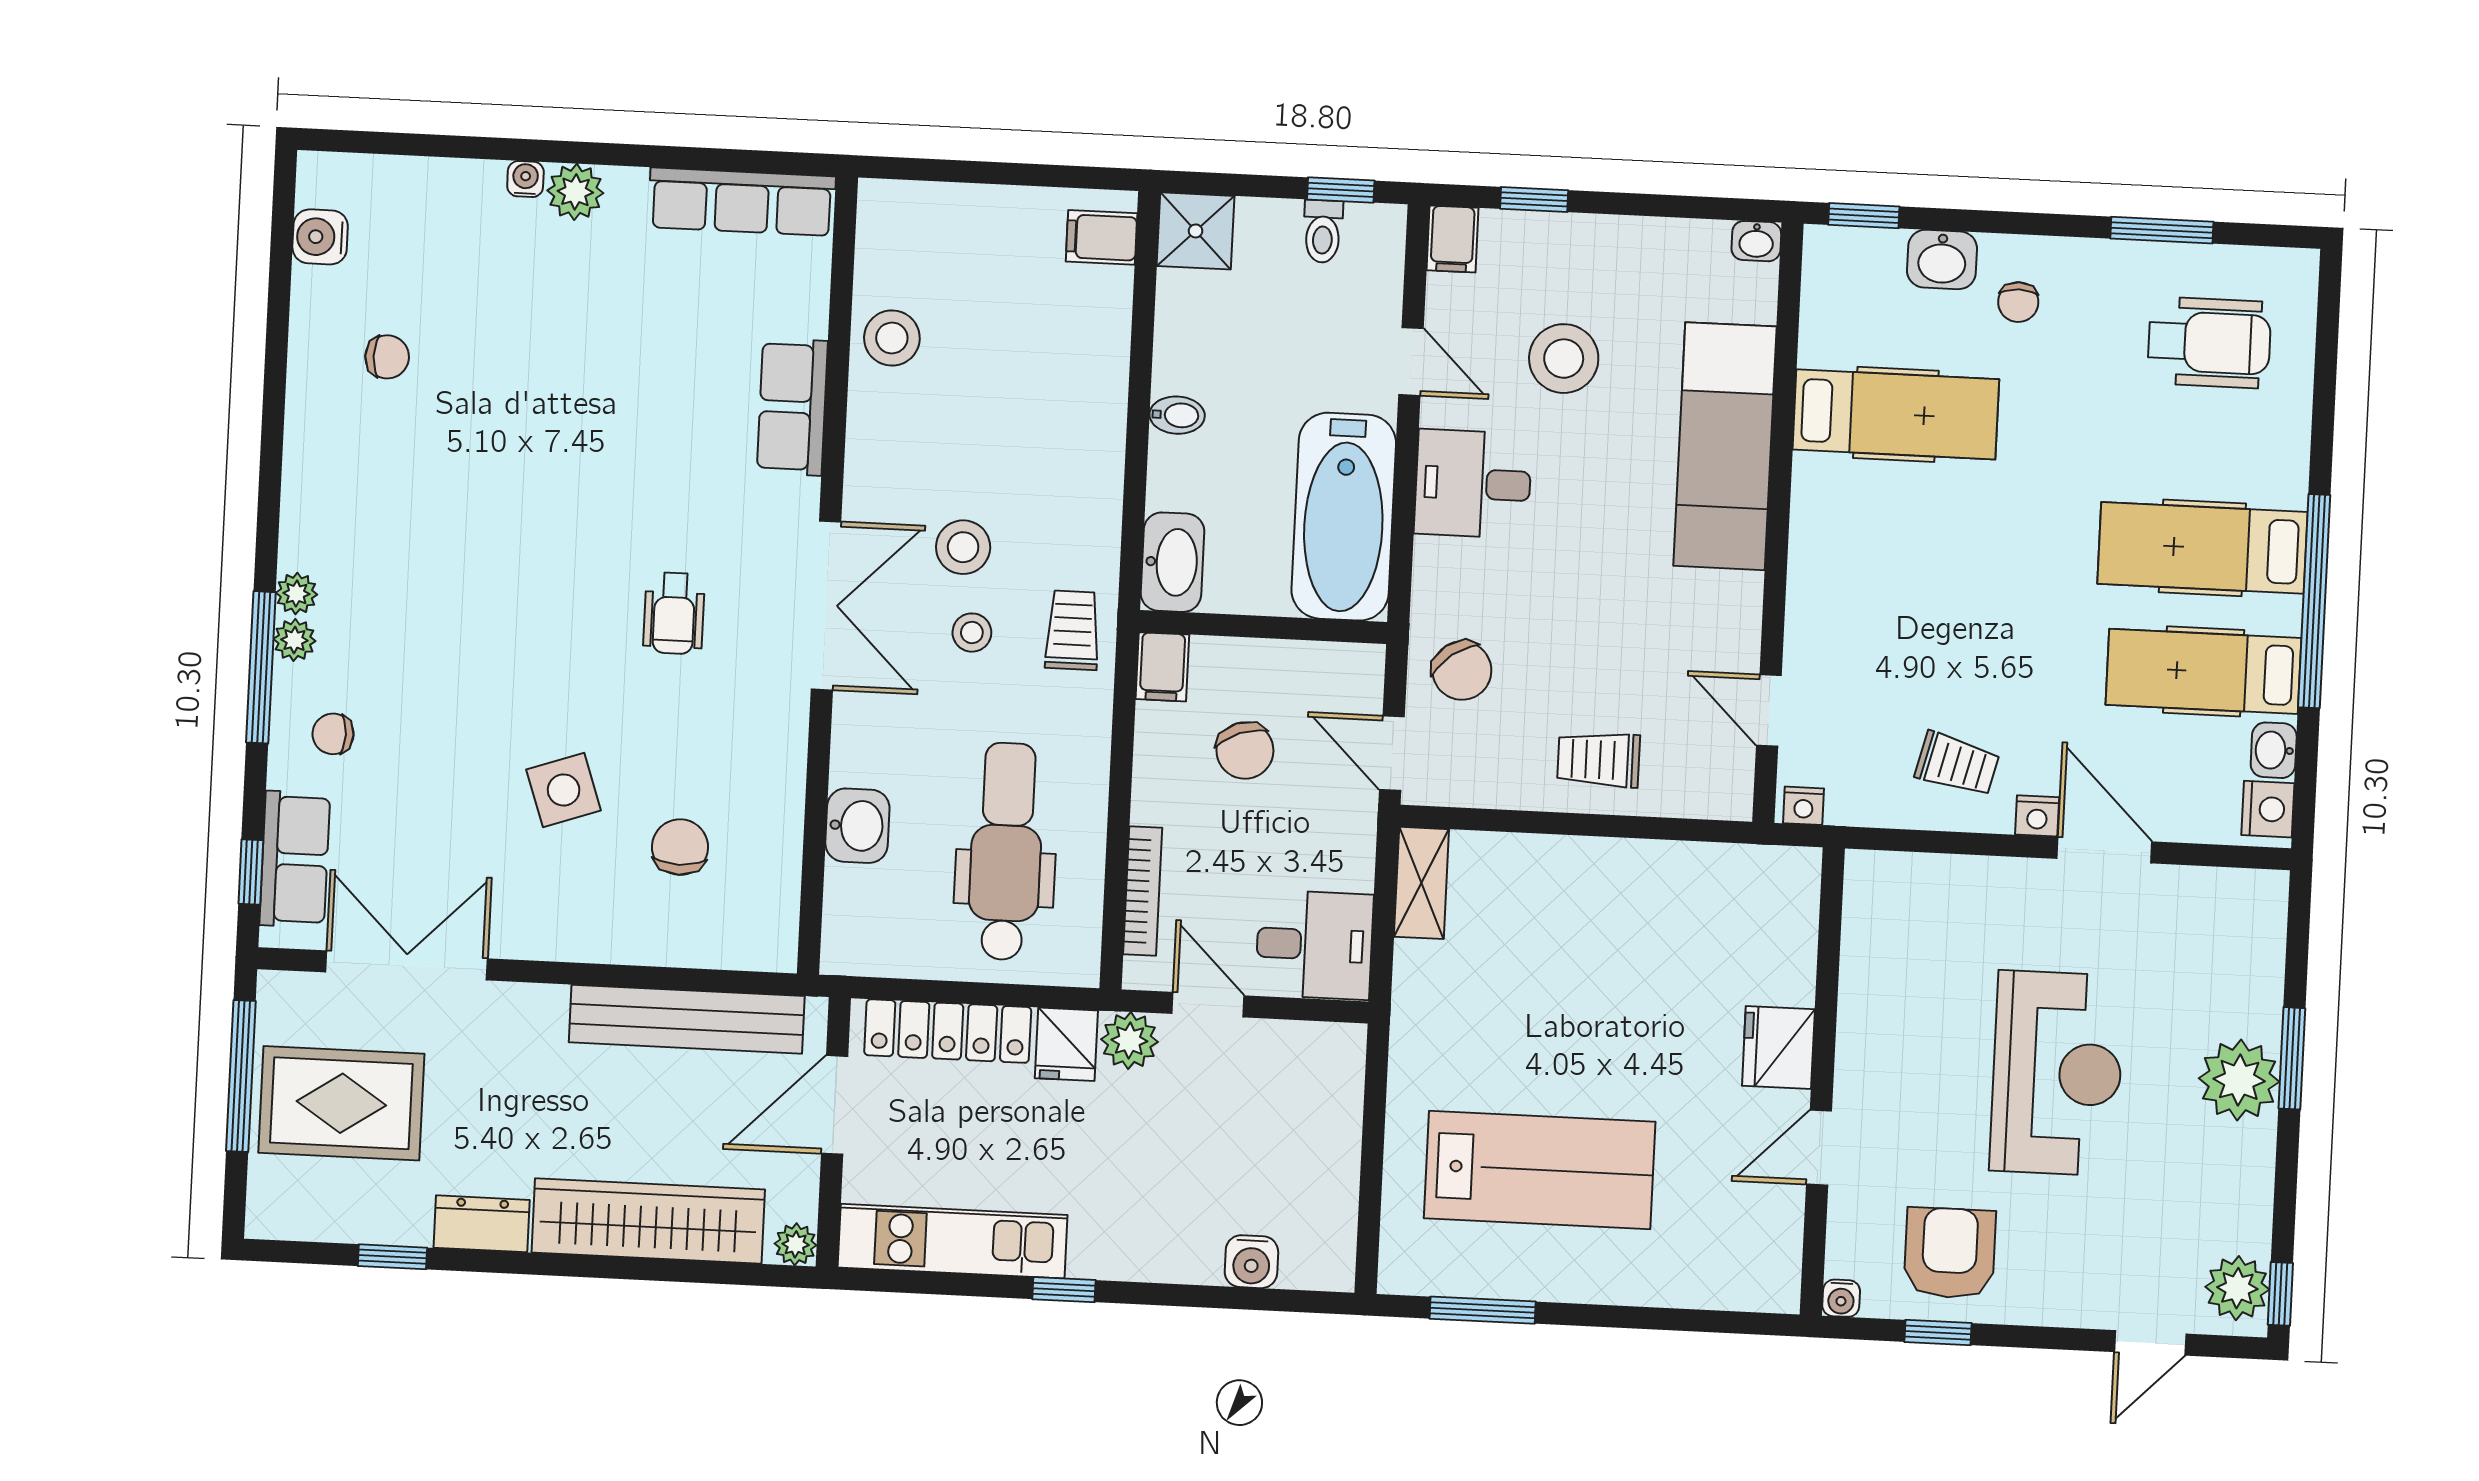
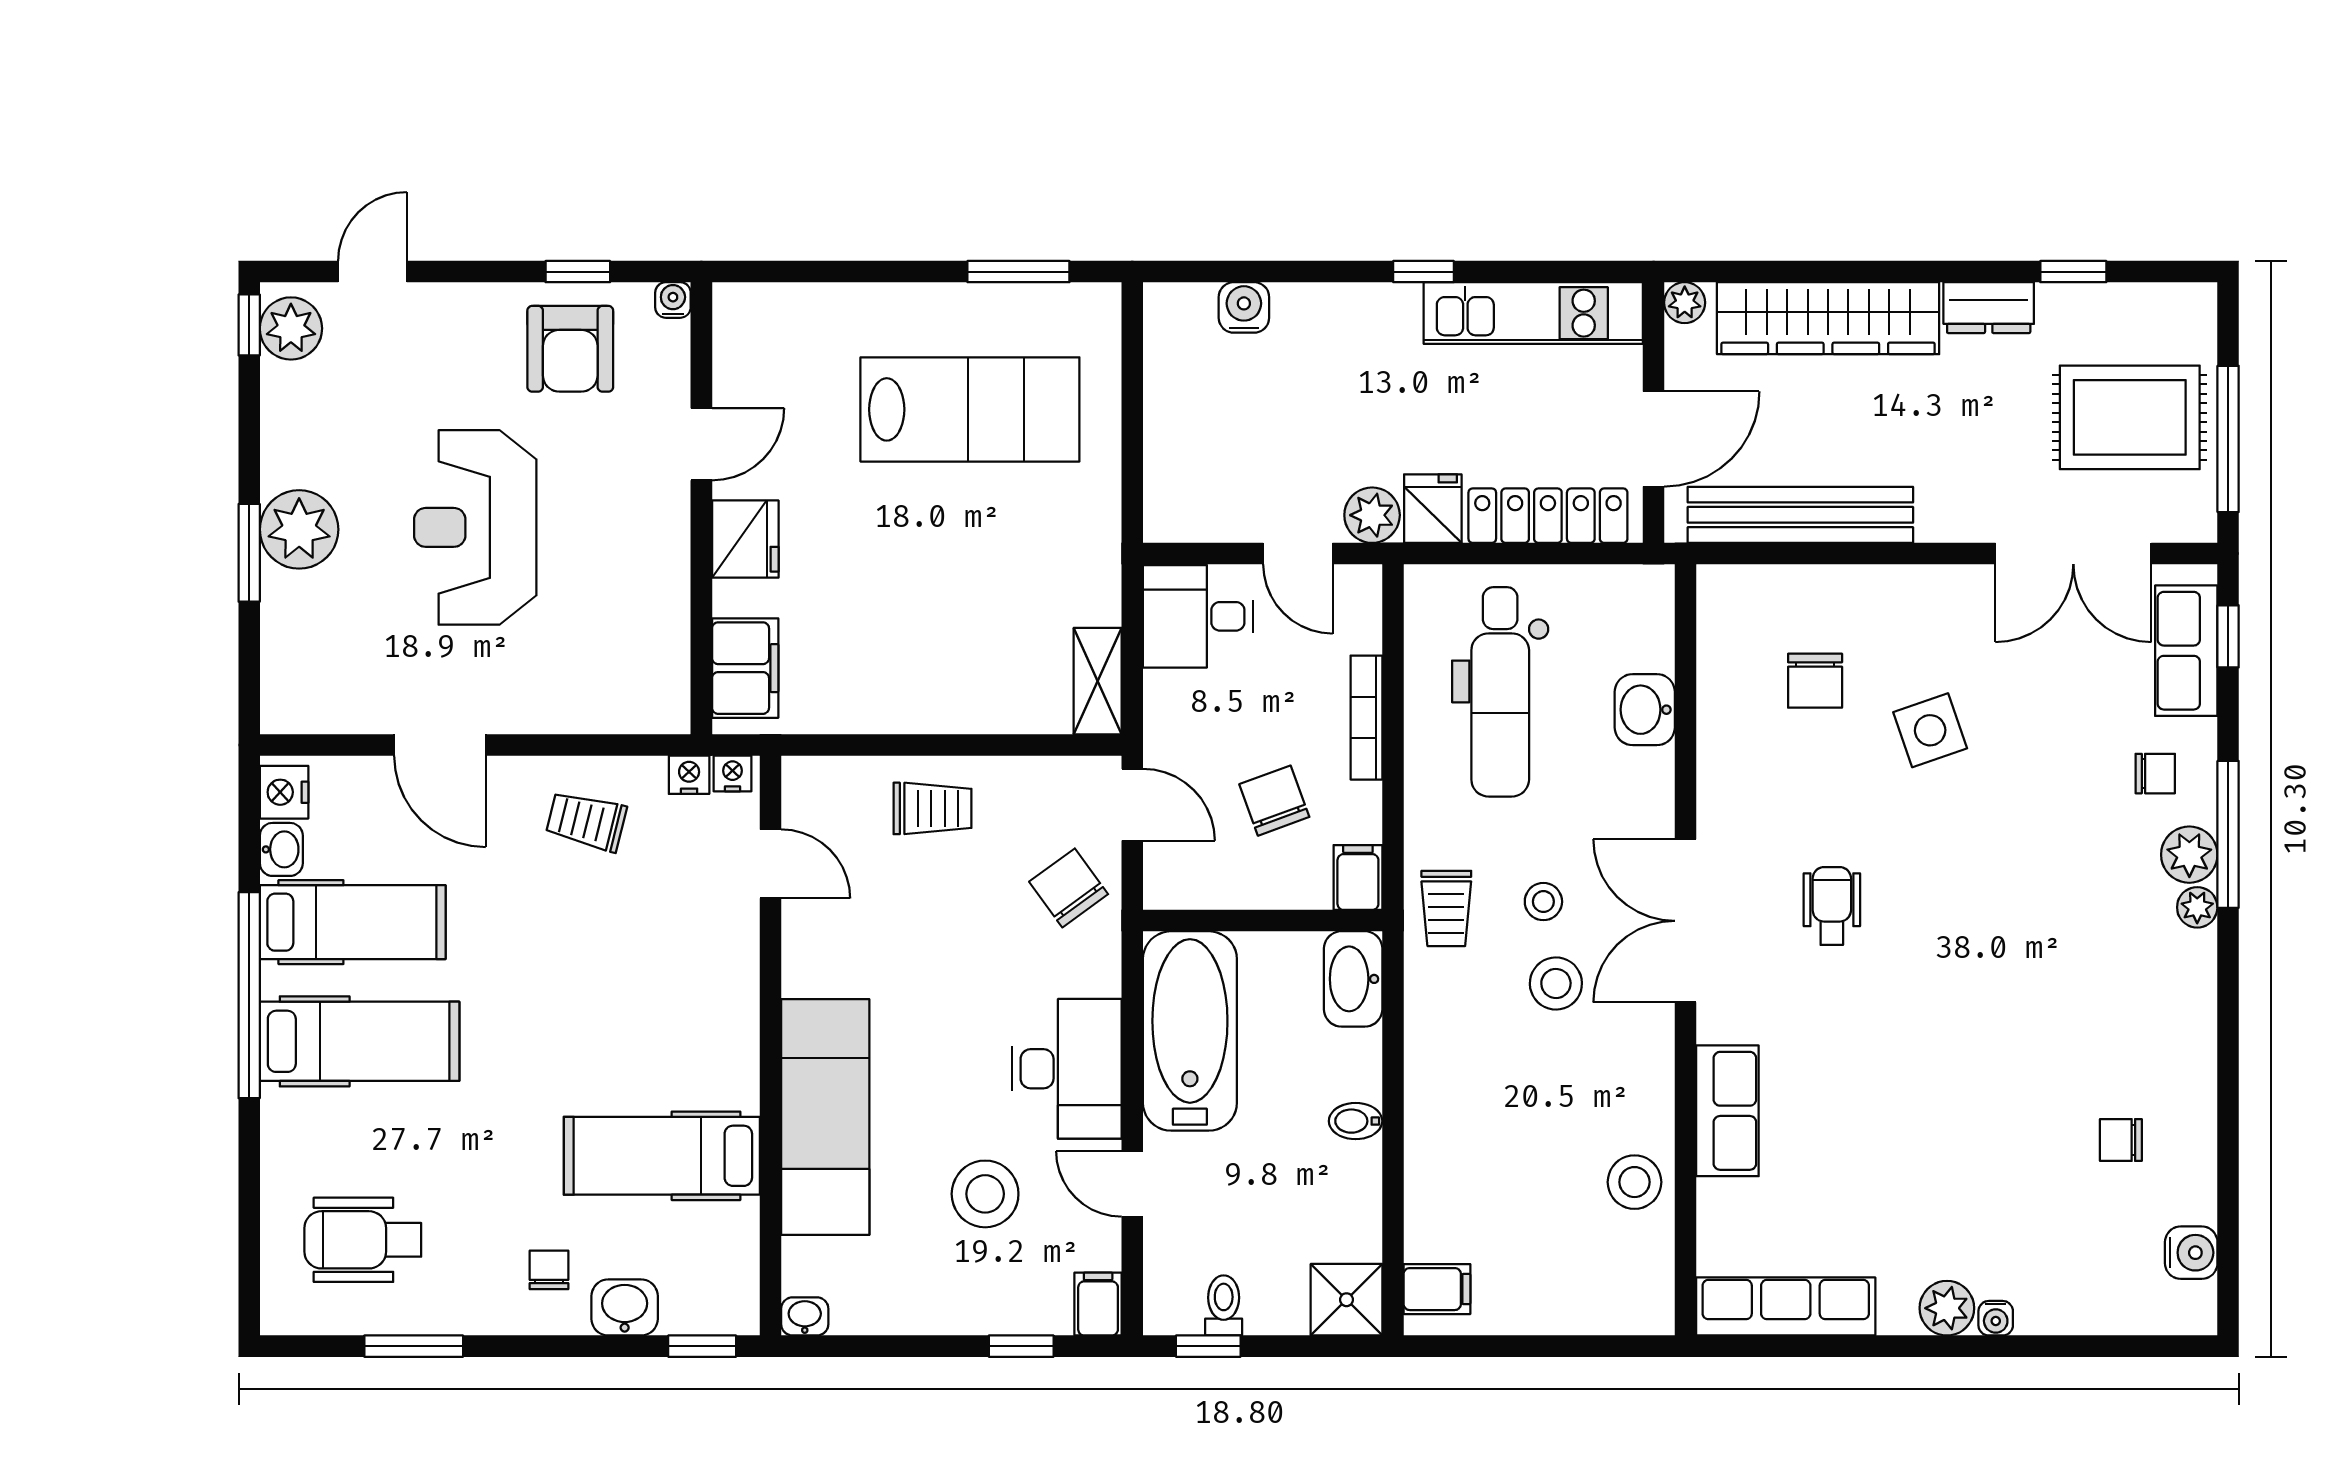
desk: (1473, 484) -> (1067, 1069), width x1.37
plant: (294, 640) -> (2189, 855), width x1.38, depth x1.38
nightstand: (2037, 816) -> (689, 775), moved
bookcase: (1143, 891) -> (1366, 718), moved
filing cabinet: (1785, 914) -> (745, 668), added
lab bench: (1540, 1170) -> (970, 409), turned 180

